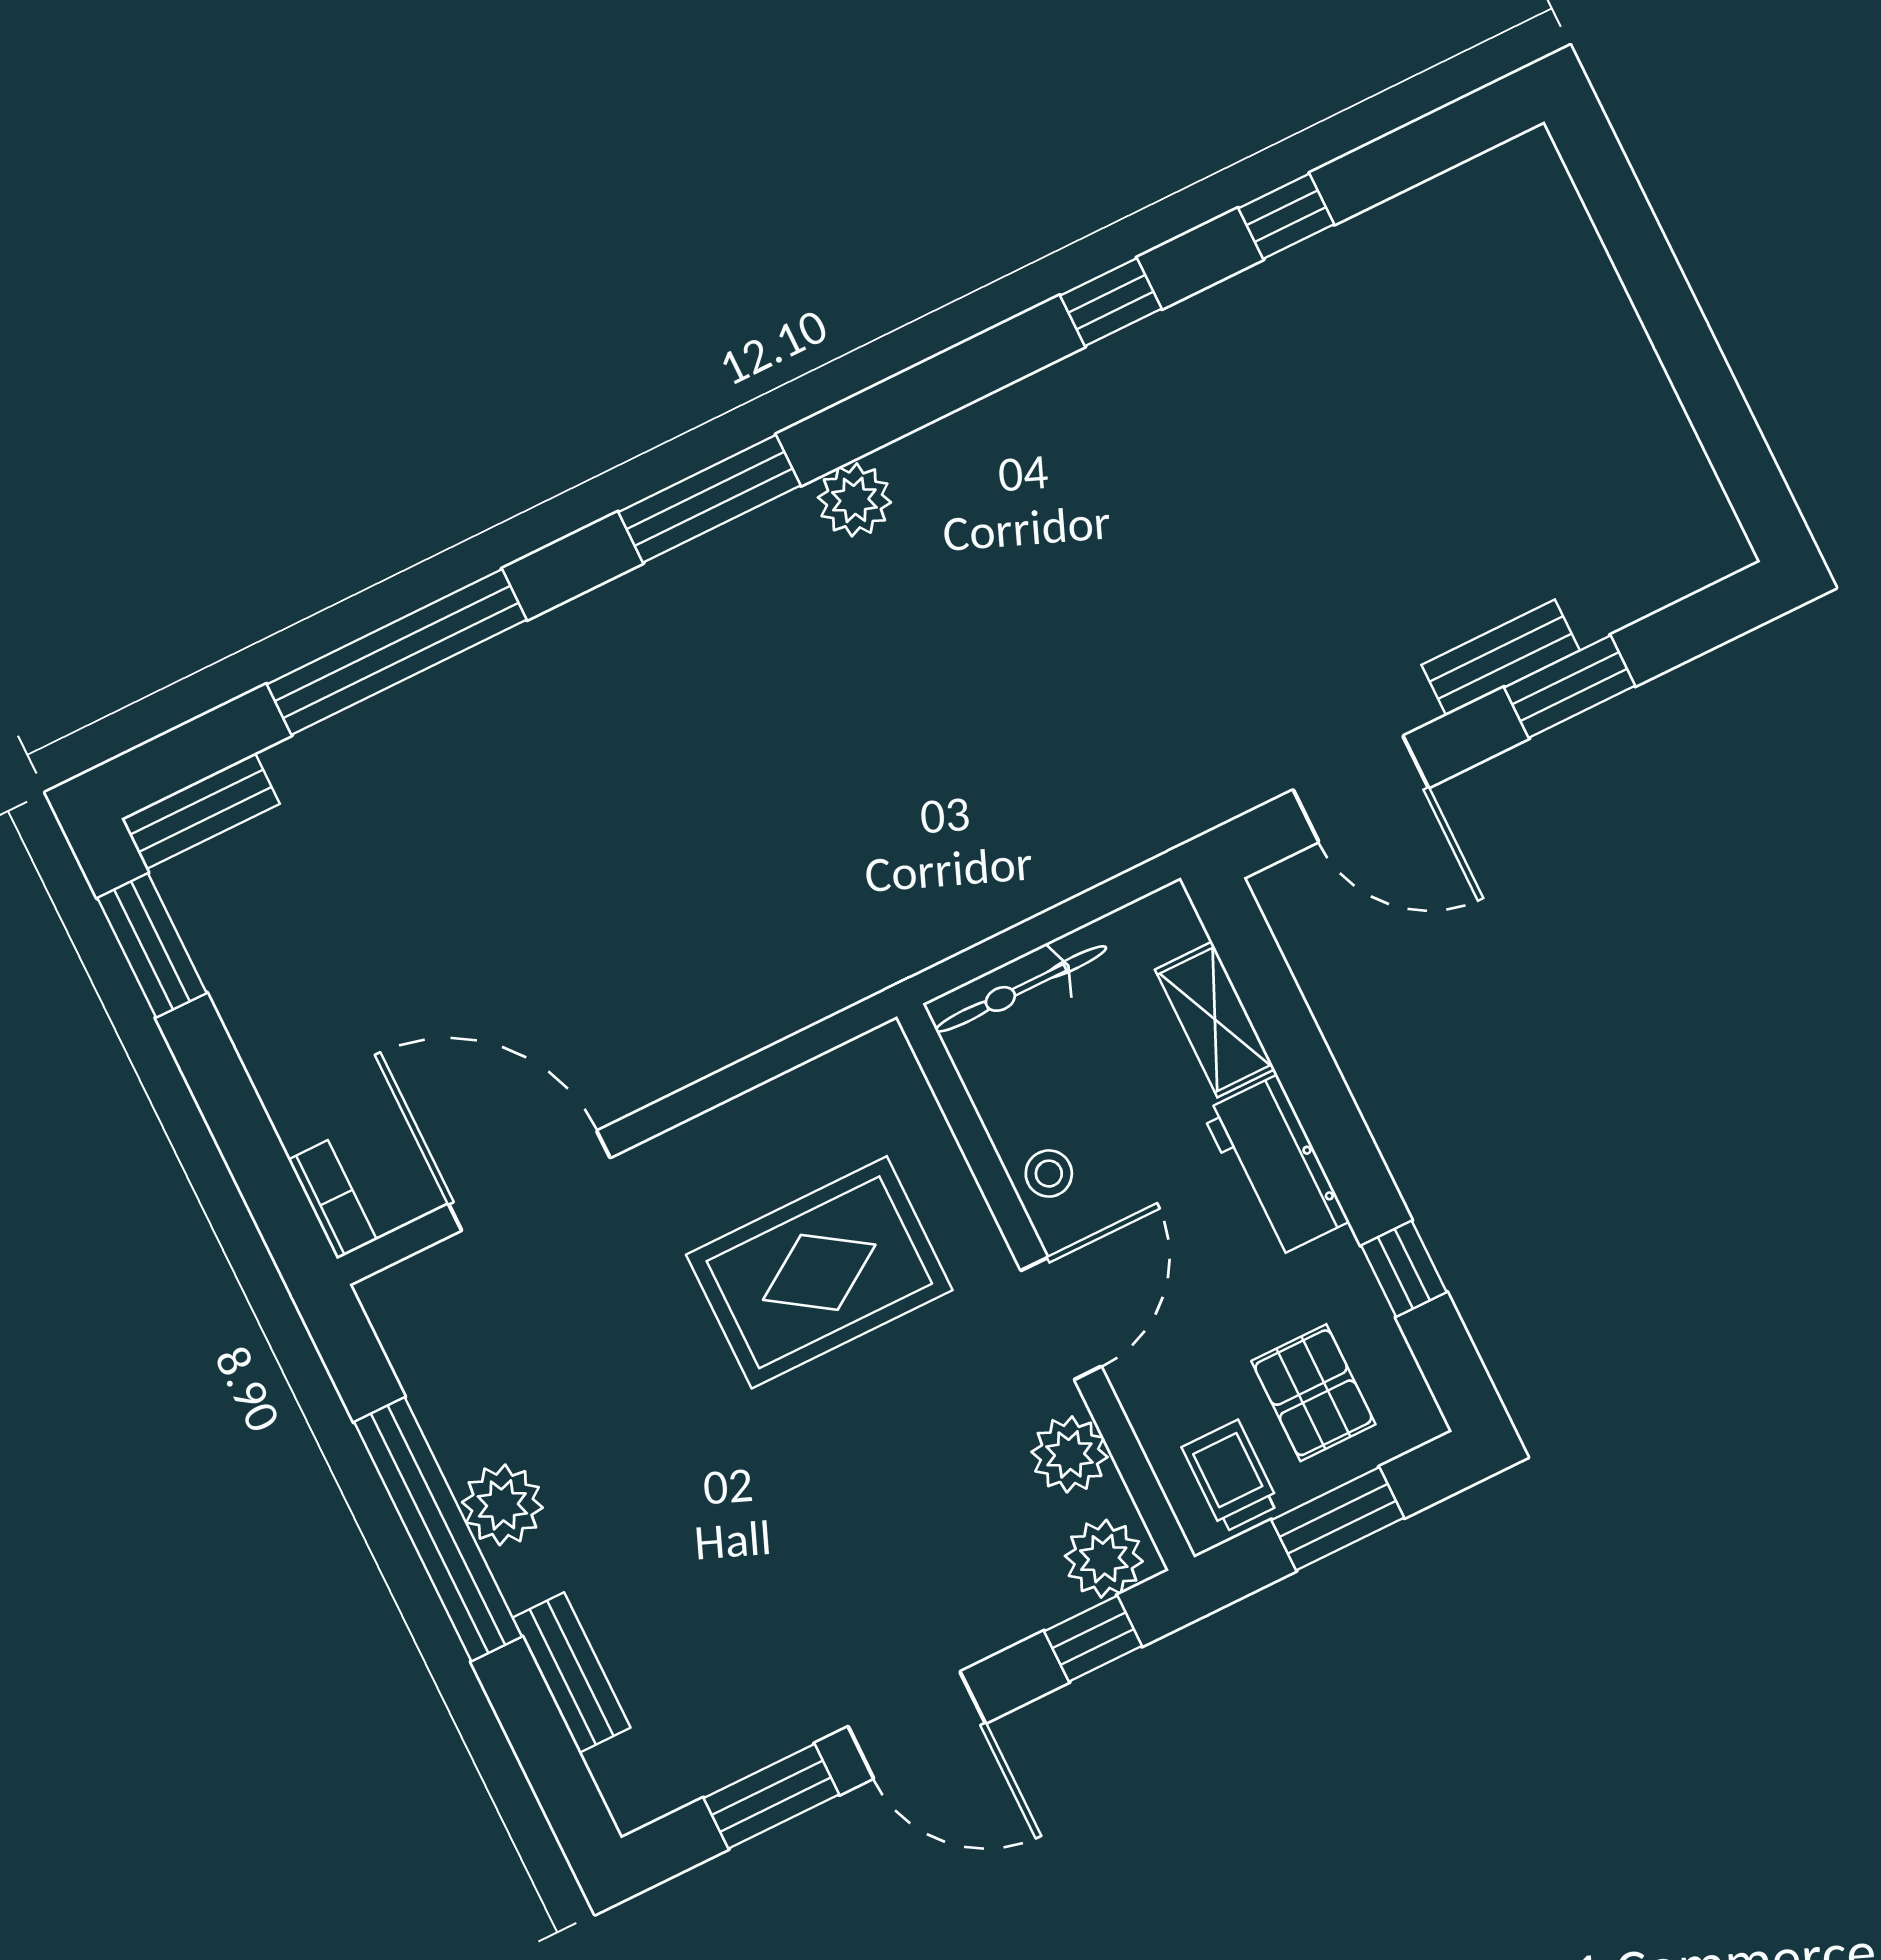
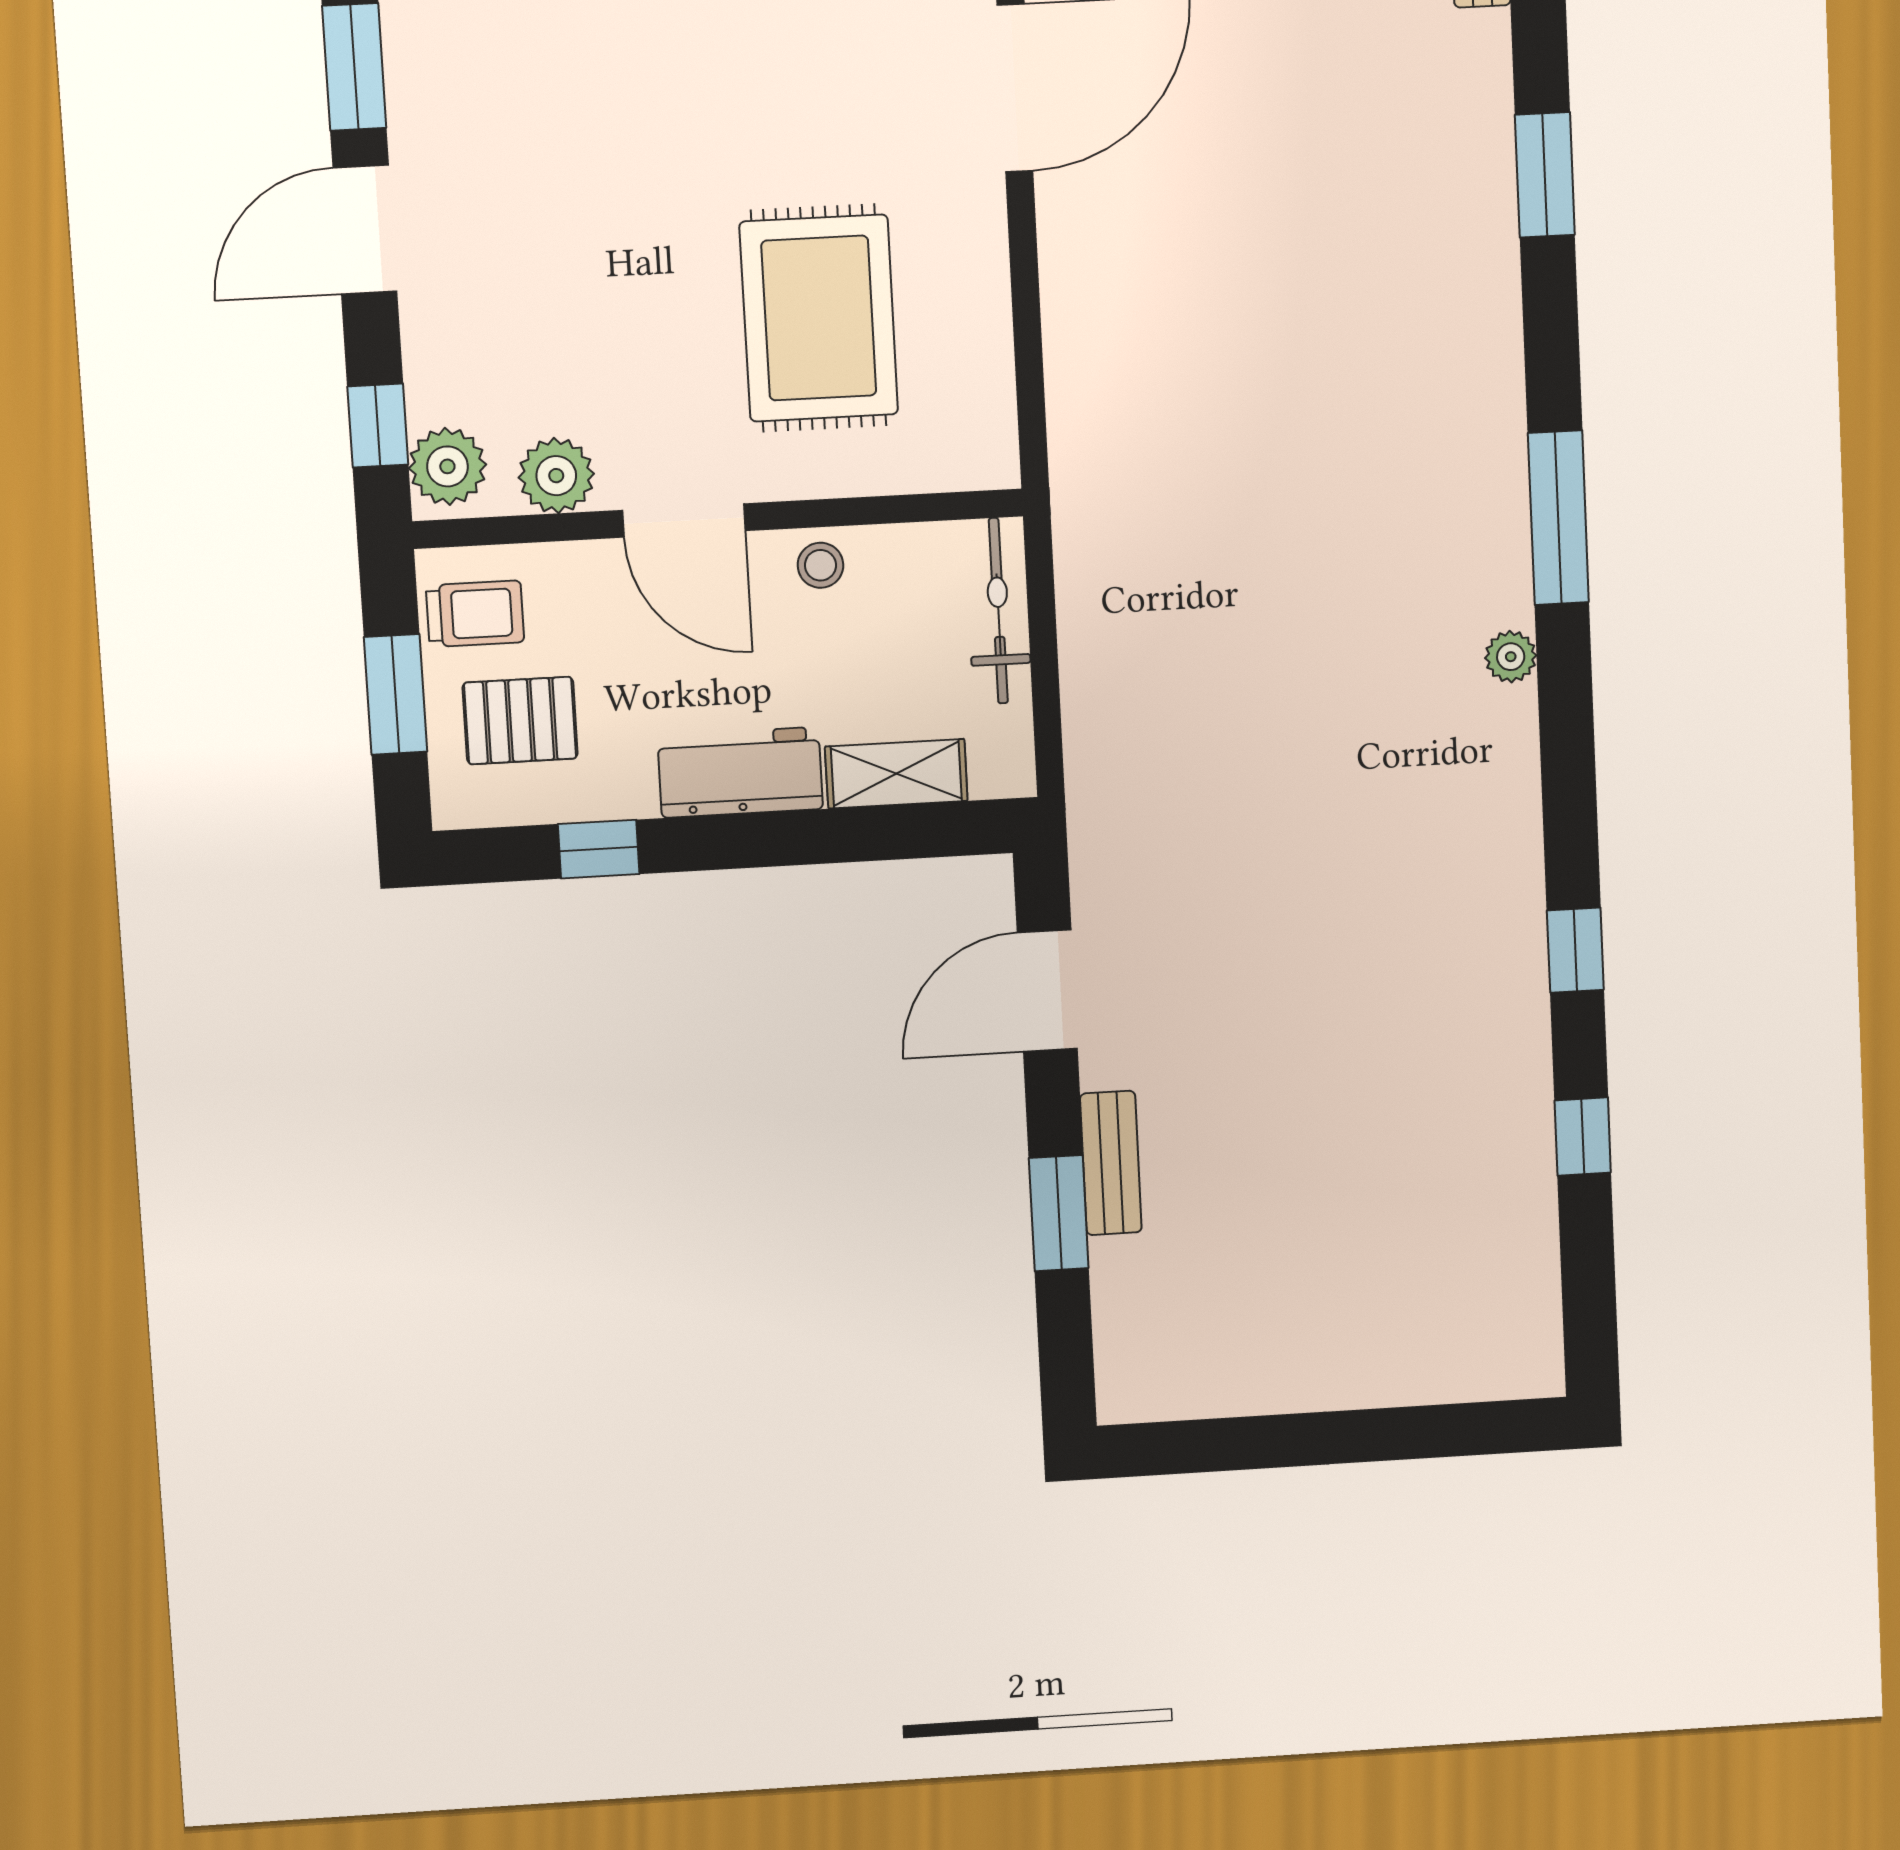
plant: (854, 500) -> (1511, 657), width x0.73, depth x0.73
window: (397, 652) -> (1545, 175), width x0.47

